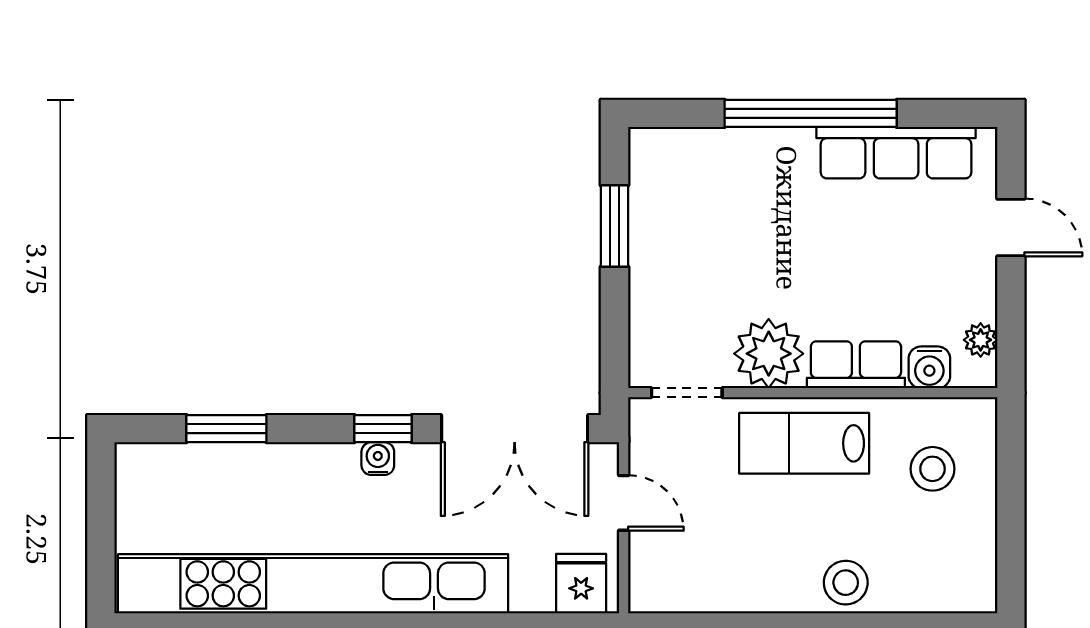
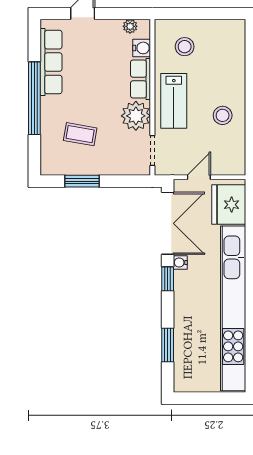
coffee table: (725, 222) -> (80, 134), added
water cooler: (378, 459) -> (180, 263), moved
stool: (846, 583) -> (223, 115), moved
fridge: (581, 584) -> (229, 205), width x1.88, depth x1.34

